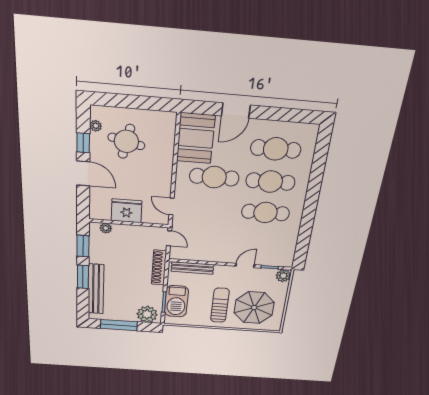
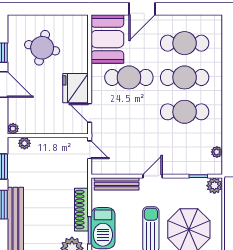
plant: (96, 126) -> (13, 129), moved
fridge: (127, 211) -> (75, 88), moved, turned -90
plant: (291, 249) -> (217, 152), added
door: (245, 265) -> (153, 176), moved
shoe rack: (159, 268) -> (81, 210), moved

